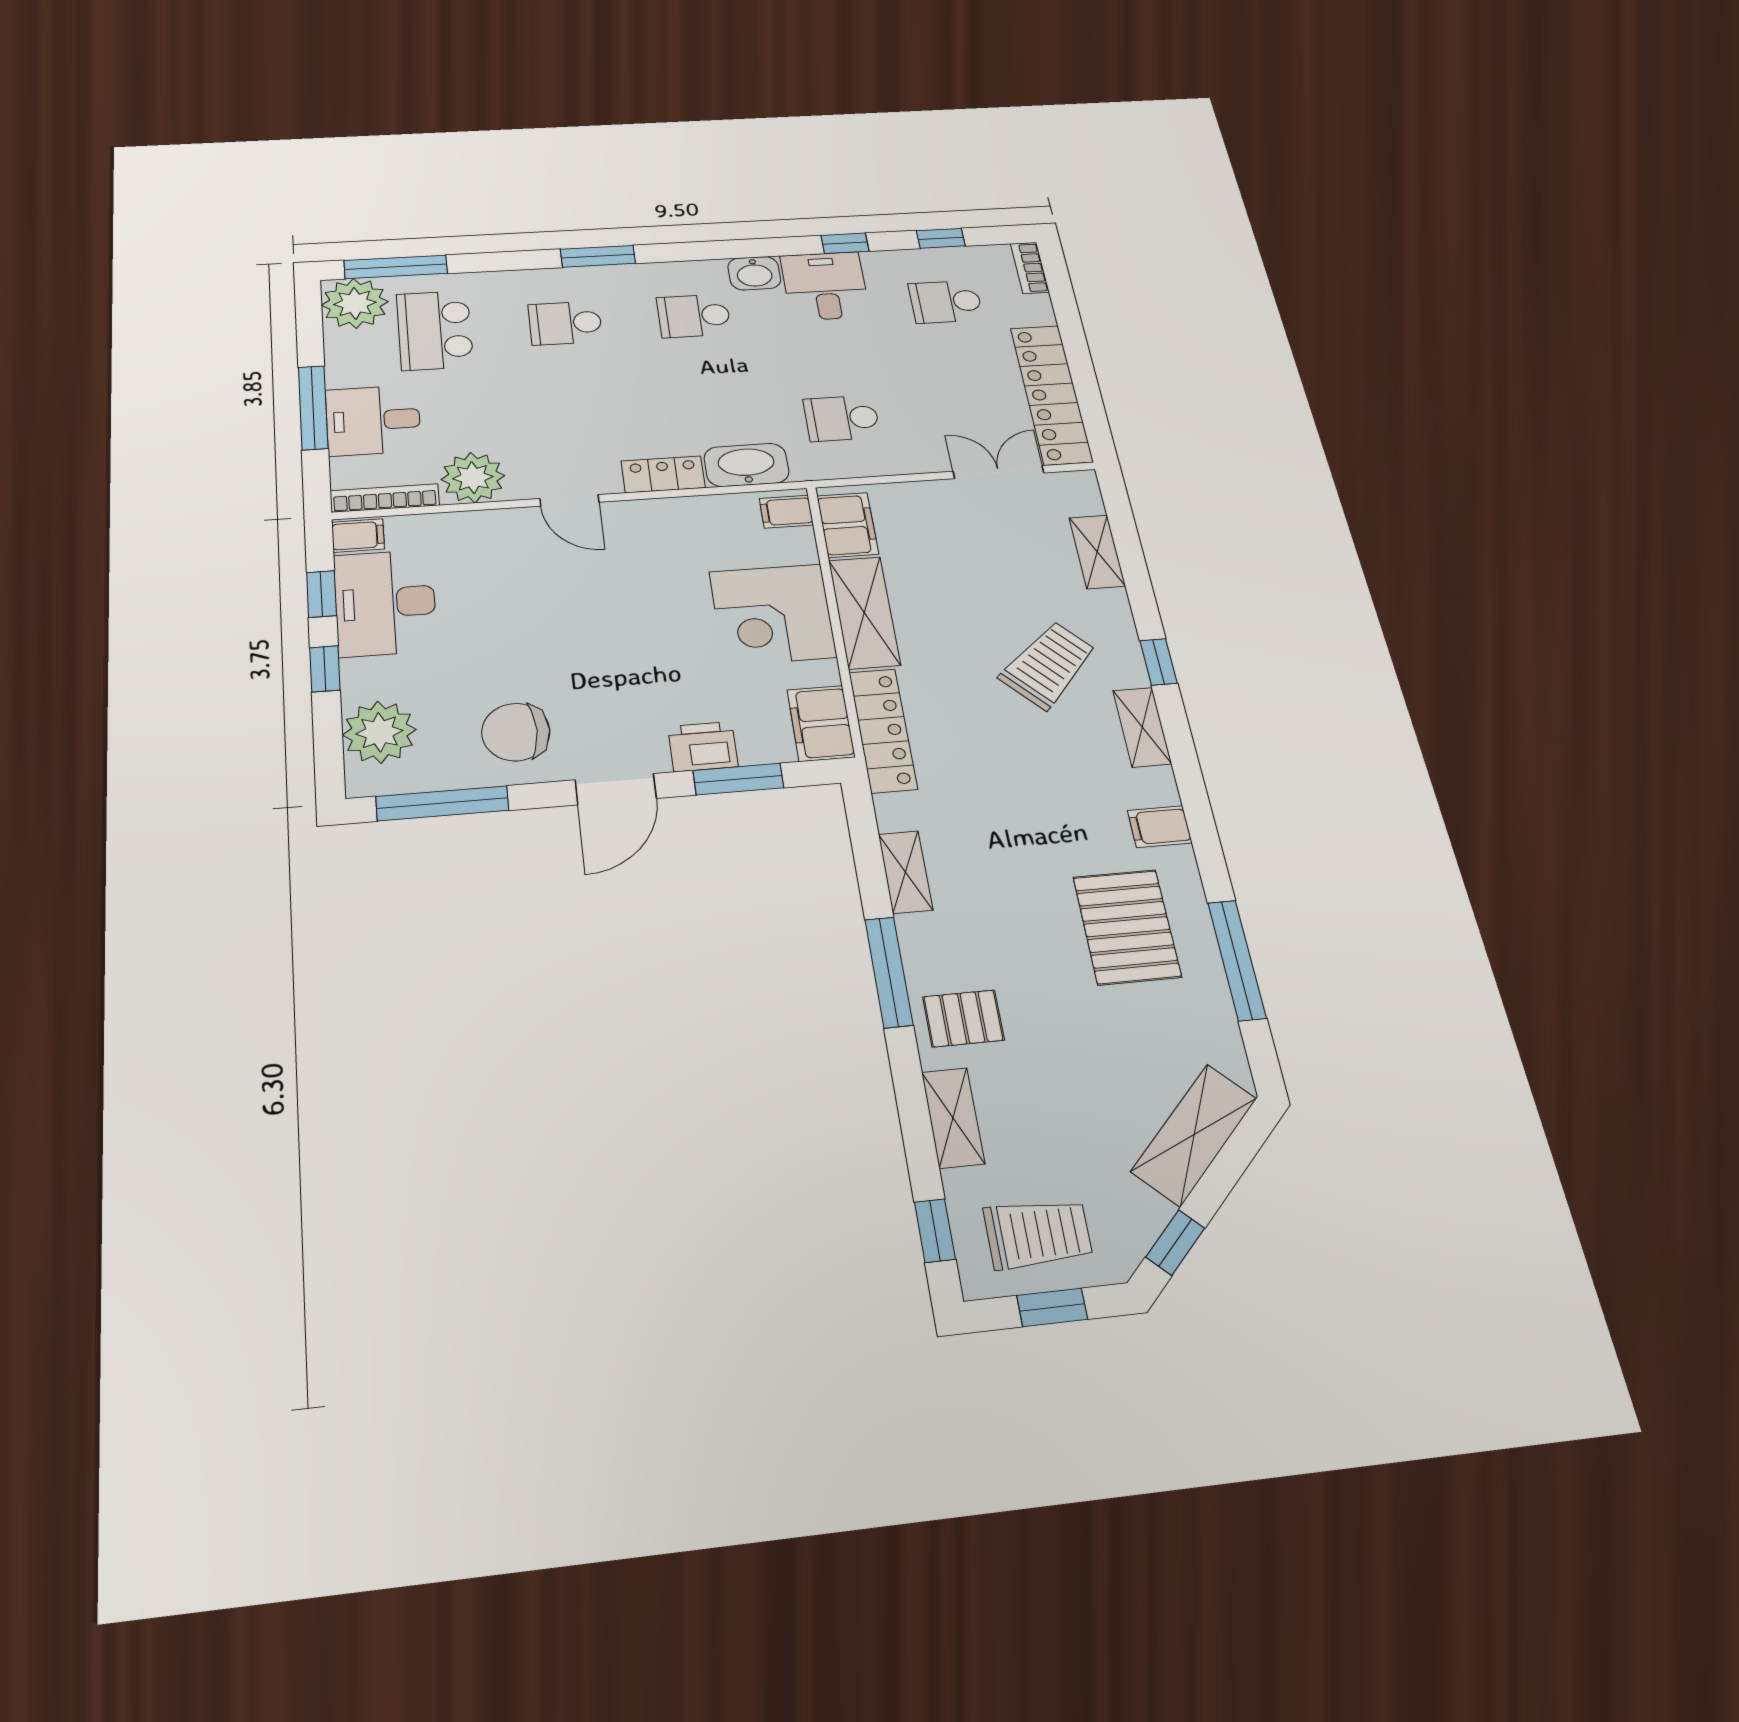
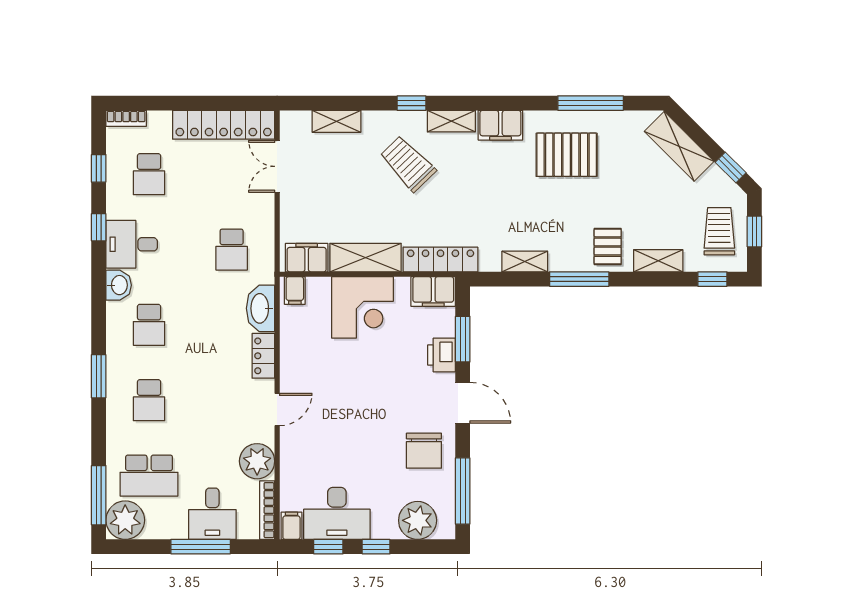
filing cabinet: (1160, 827) -> (500, 125), width x2.00

